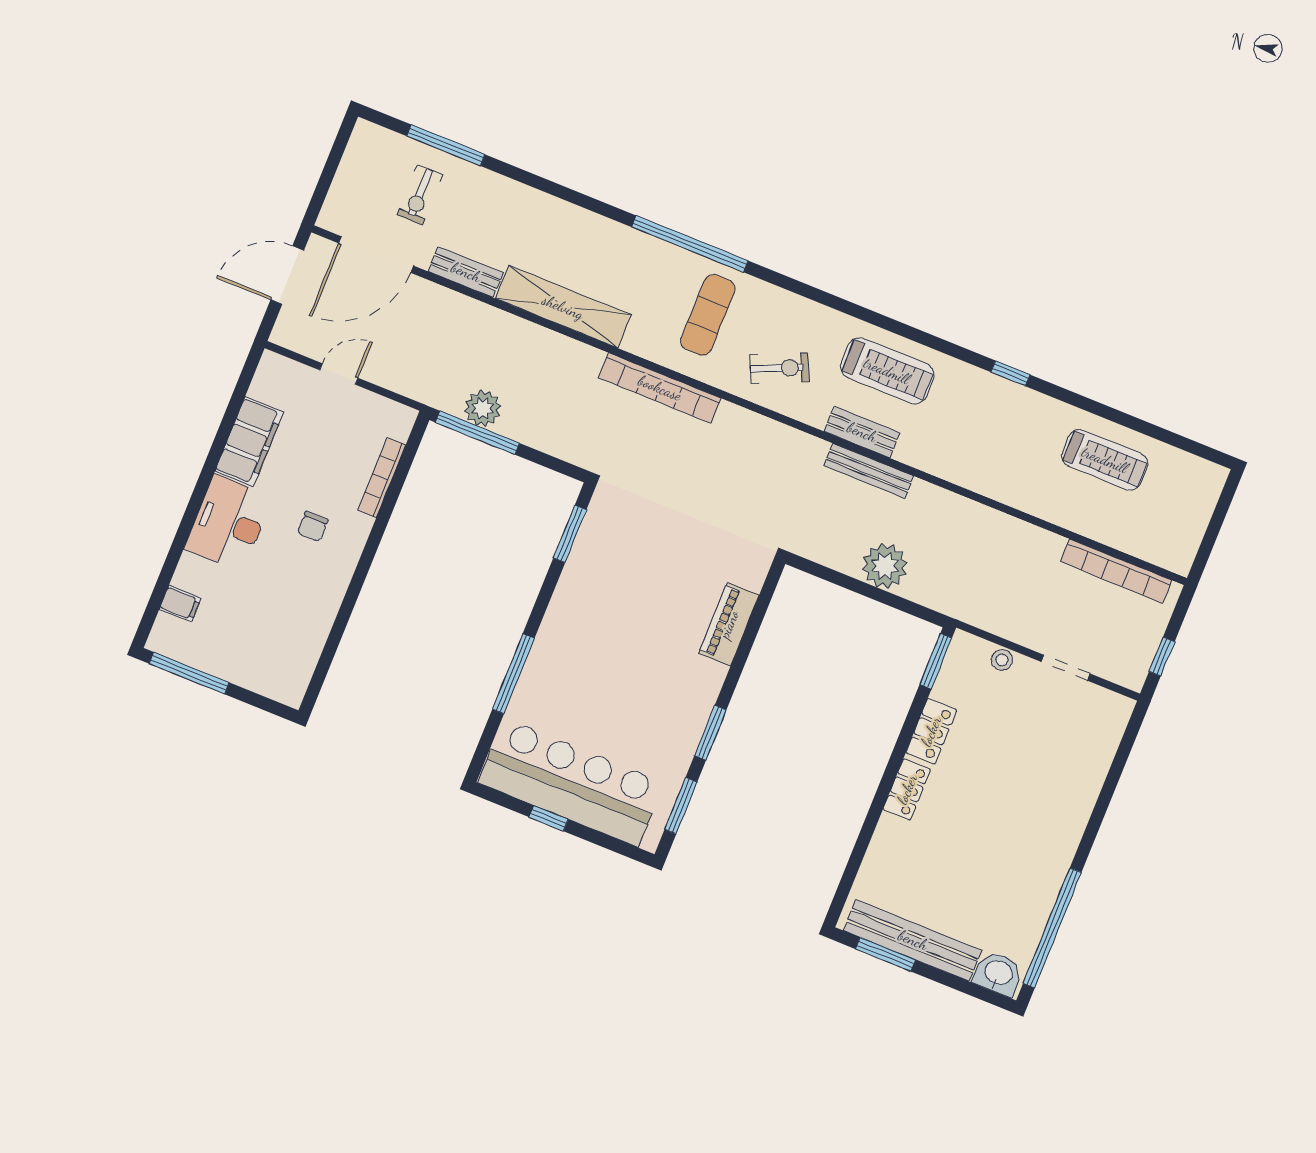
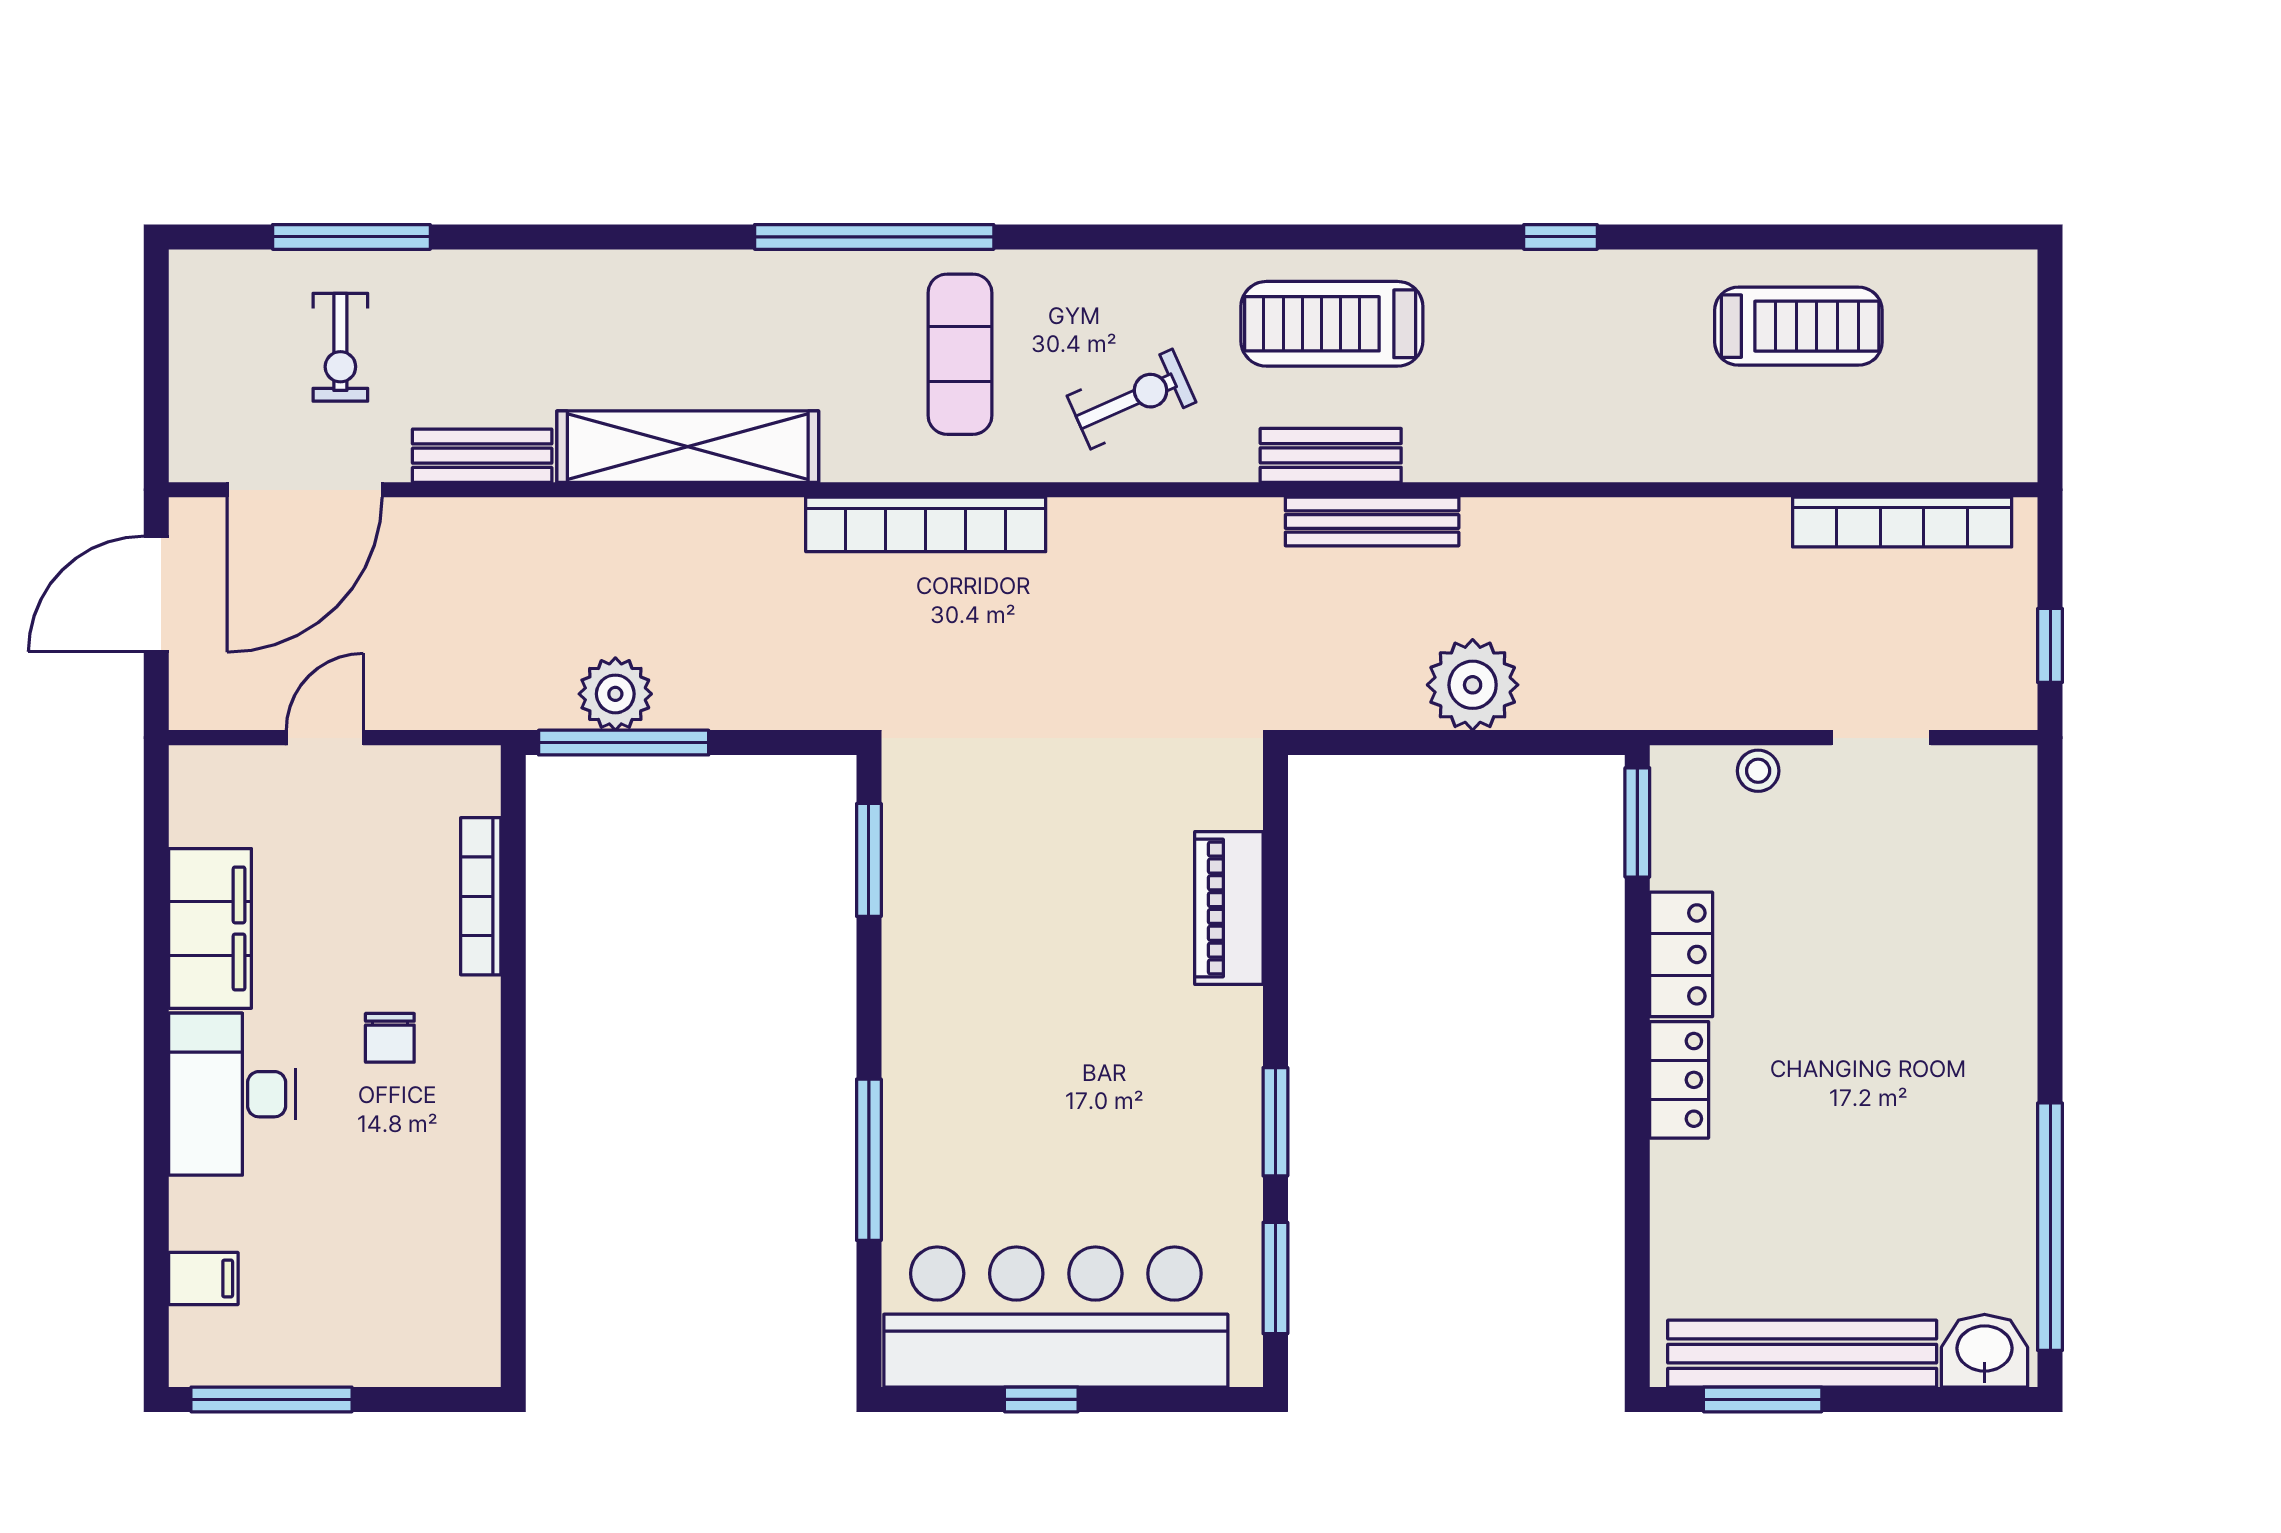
treadmill: (887, 371) -> (1332, 324), turned 180

